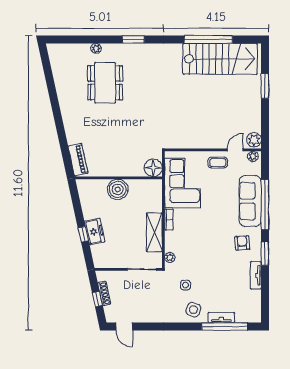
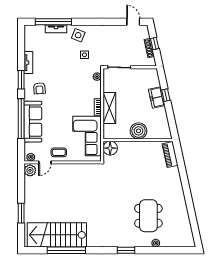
shelving: (154, 232) -> (109, 108), moved

